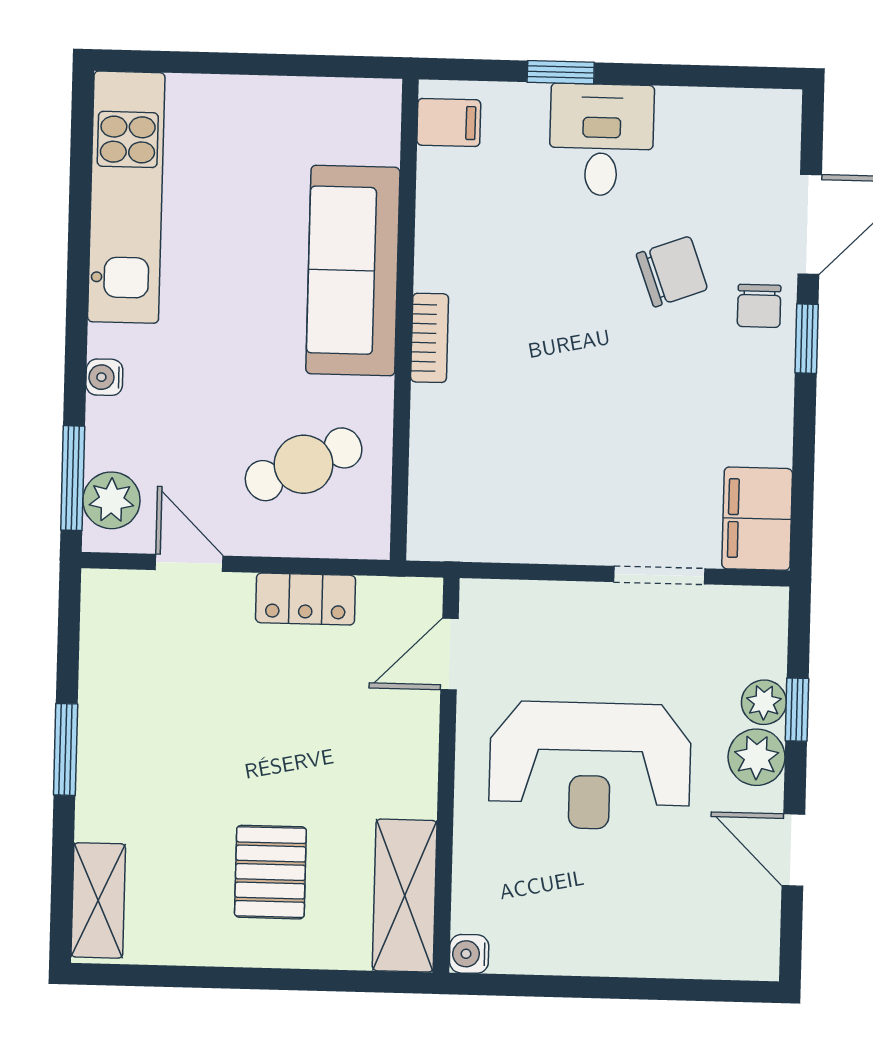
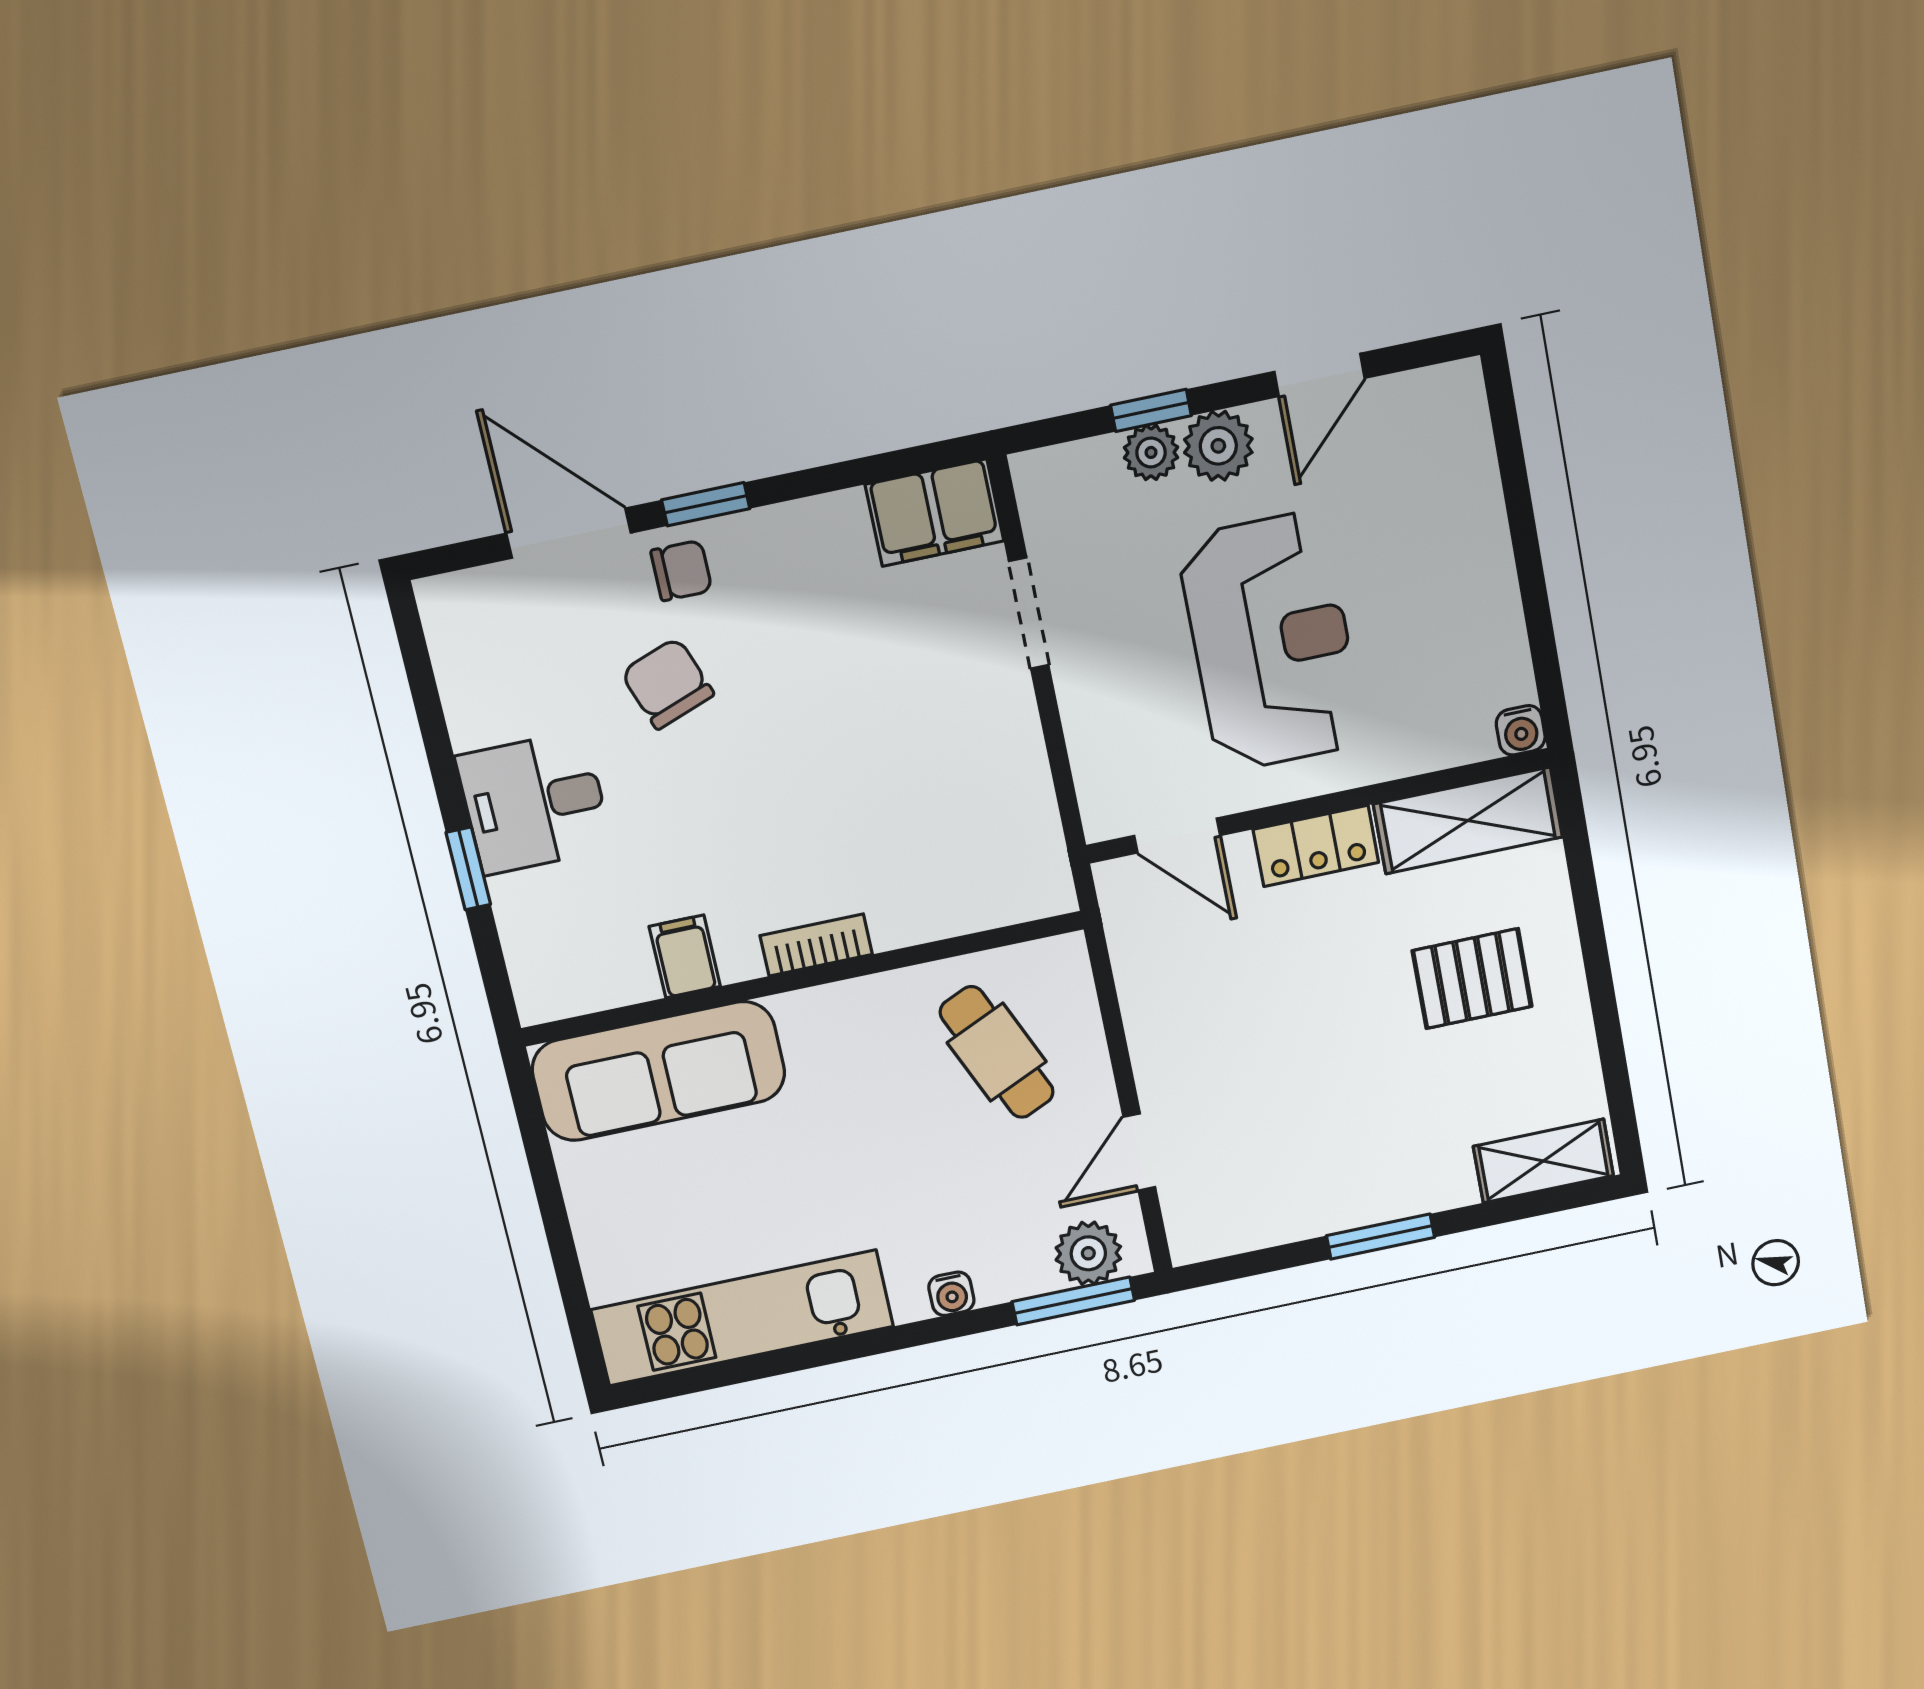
filing cabinet: (449, 122) -> (685, 956), moved
sofa: (353, 271) -> (659, 1071), moved
locker: (306, 599) -> (1316, 846), moved, turned 90

